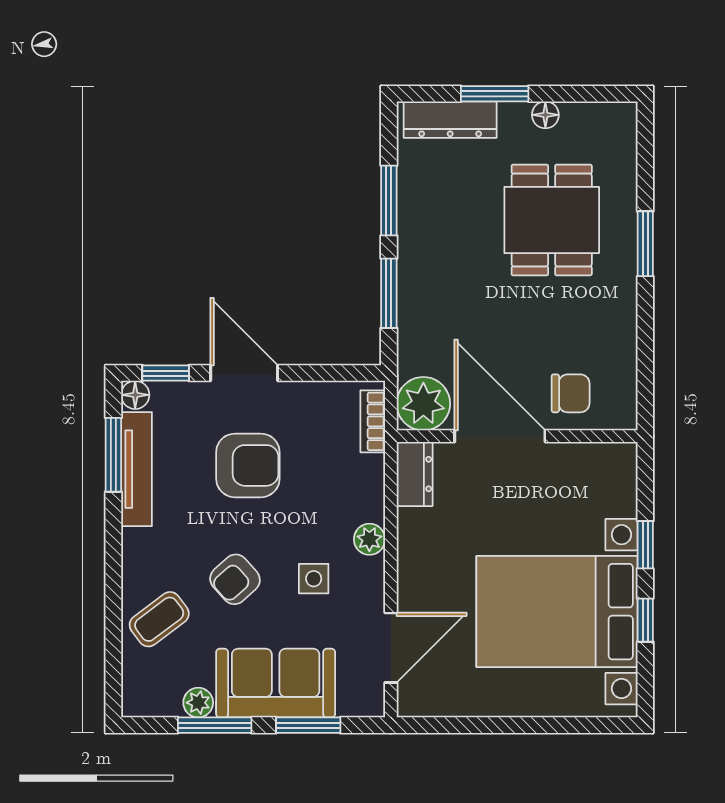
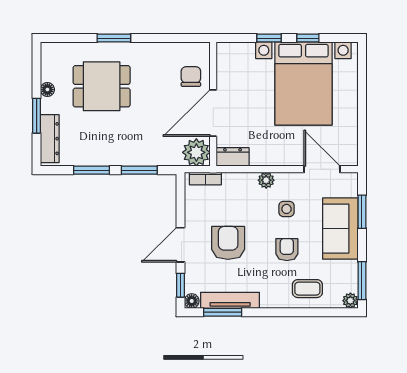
armchair: (235, 579) -> (287, 250), turned -138
coffee table: (159, 619) -> (307, 289), turned -53
plant: (198, 703) -> (350, 301), moved
window: (215, 725) -> (362, 281), moved

